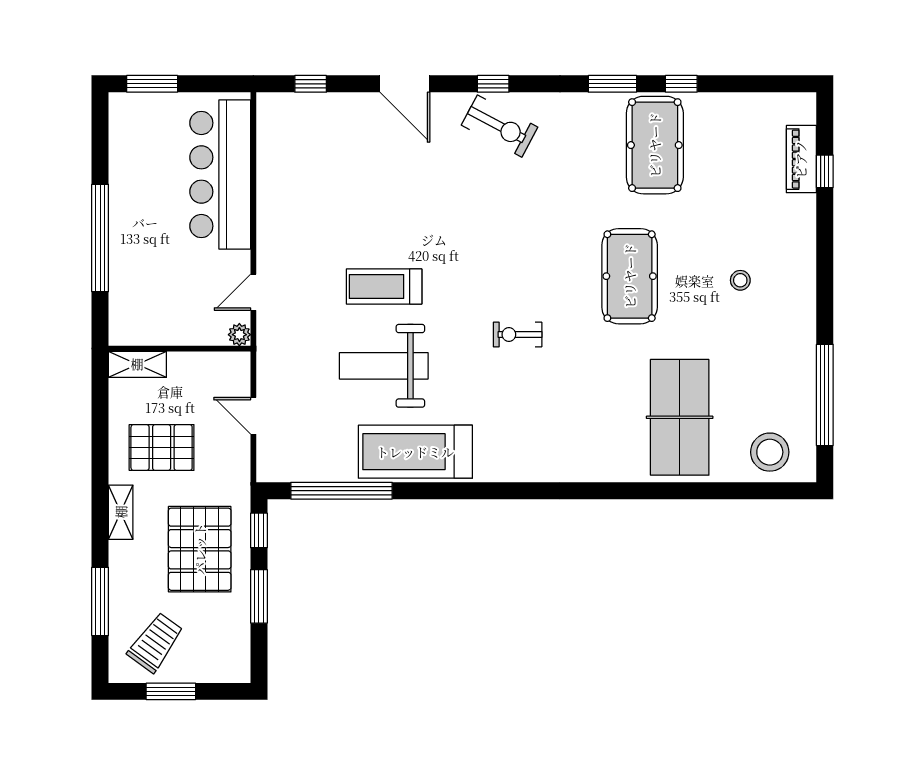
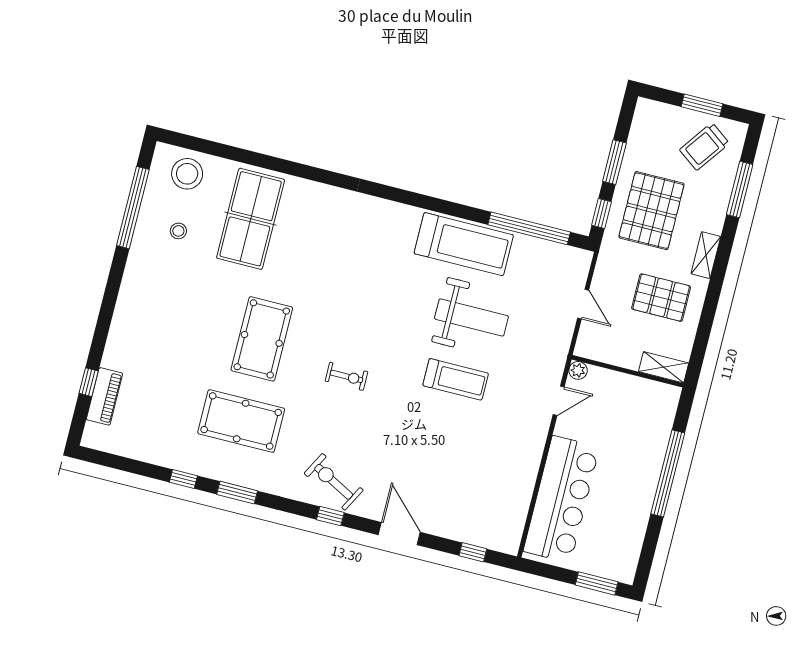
pool table: (655, 145) -> (241, 421), moved, turned 90
stool: (740, 280) -> (178, 231), moved
exercise bike: (518, 335) -> (346, 376), moved

